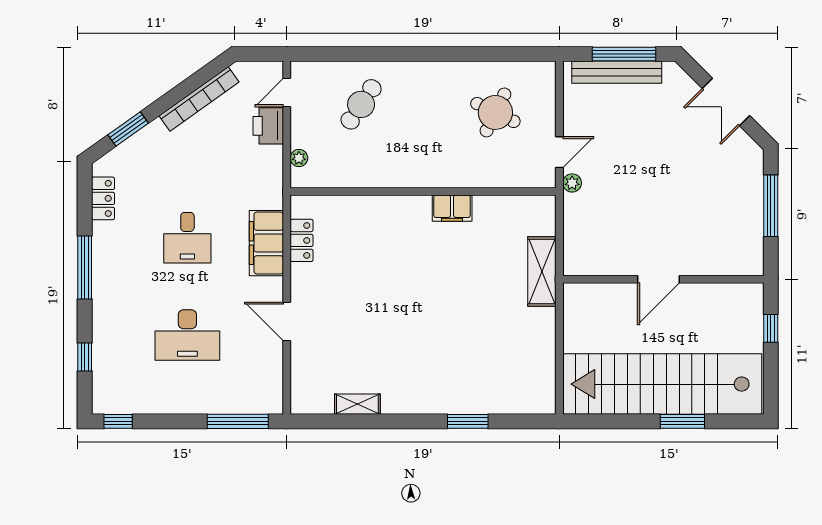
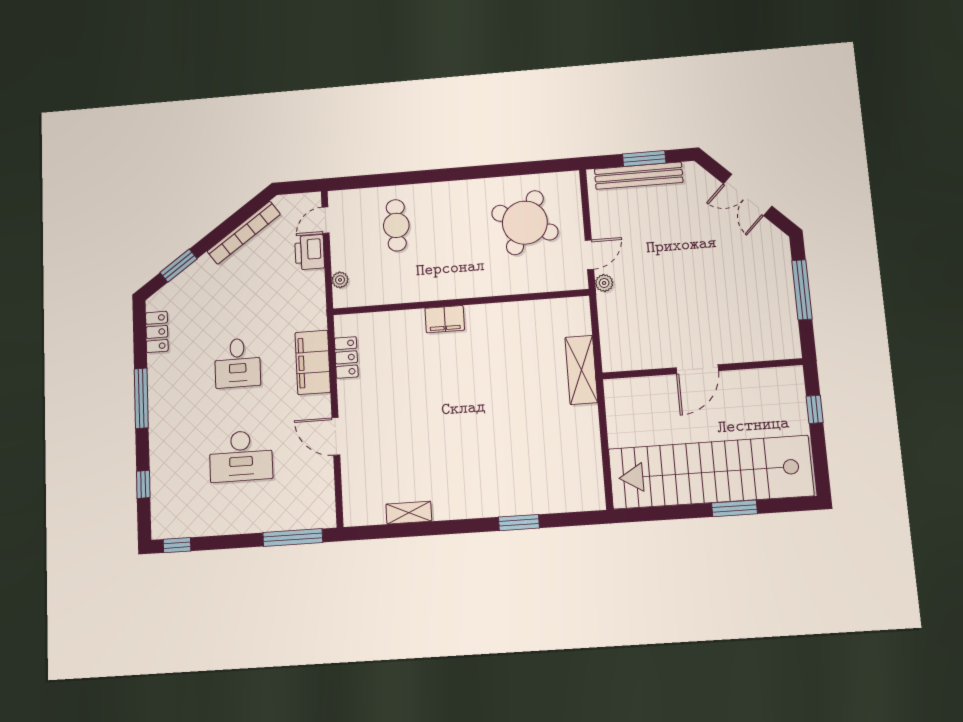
window: (624, 54) -> (644, 158), width x0.69
cafe table: (361, 104) -> (396, 225), turned -34
round table: (495, 112) -> (525, 223), width x1.36, depth x1.36
filing cabinet: (452, 208) -> (445, 319), moved

